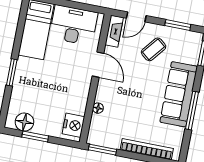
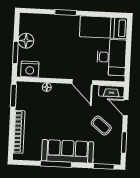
door: (98, 65) -> (82, 82), hinge flipped
floor lamp: (24, 122) -> (26, 41), moved
window: (35, 137) -> (15, 53), moved

